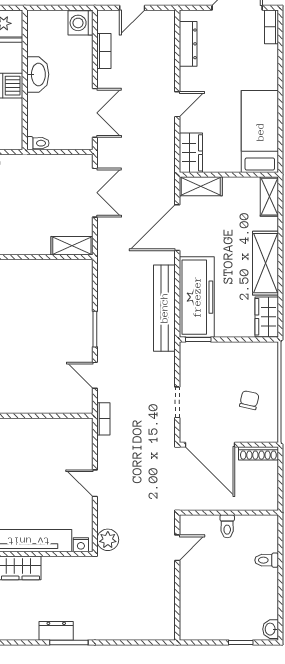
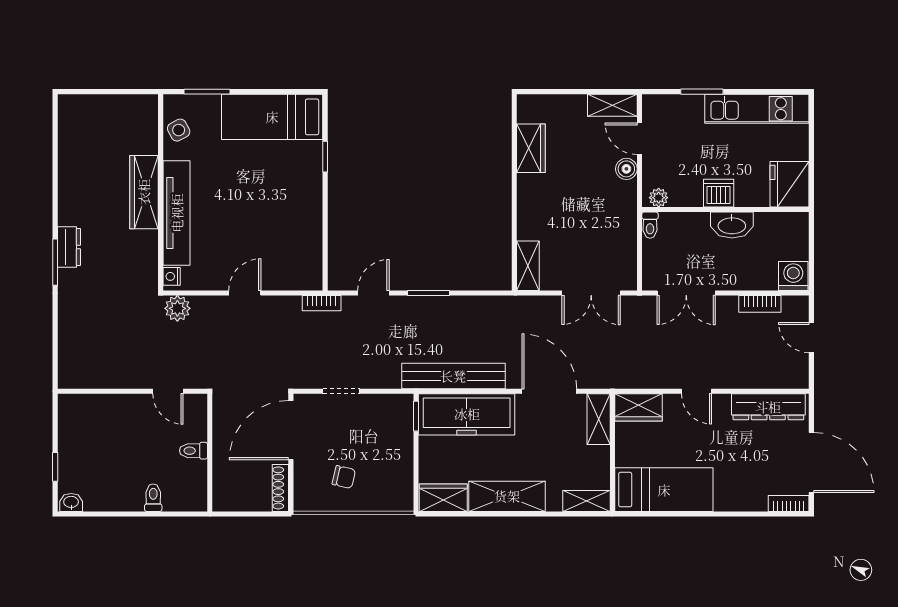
dresser: (188, 44) -> (768, 407), width x1.37, depth x1.24
plant: (15, 136) -> (659, 198), added

